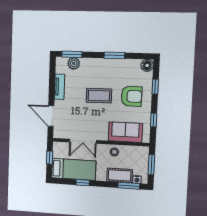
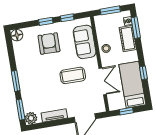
window: (114, 55) -> (16, 81), moved
plant: (74, 63) -> (31, 118), moved
window: (155, 87) -> (46, 21), moved
coffee table: (99, 96) -> (73, 75), moved, turned 90

